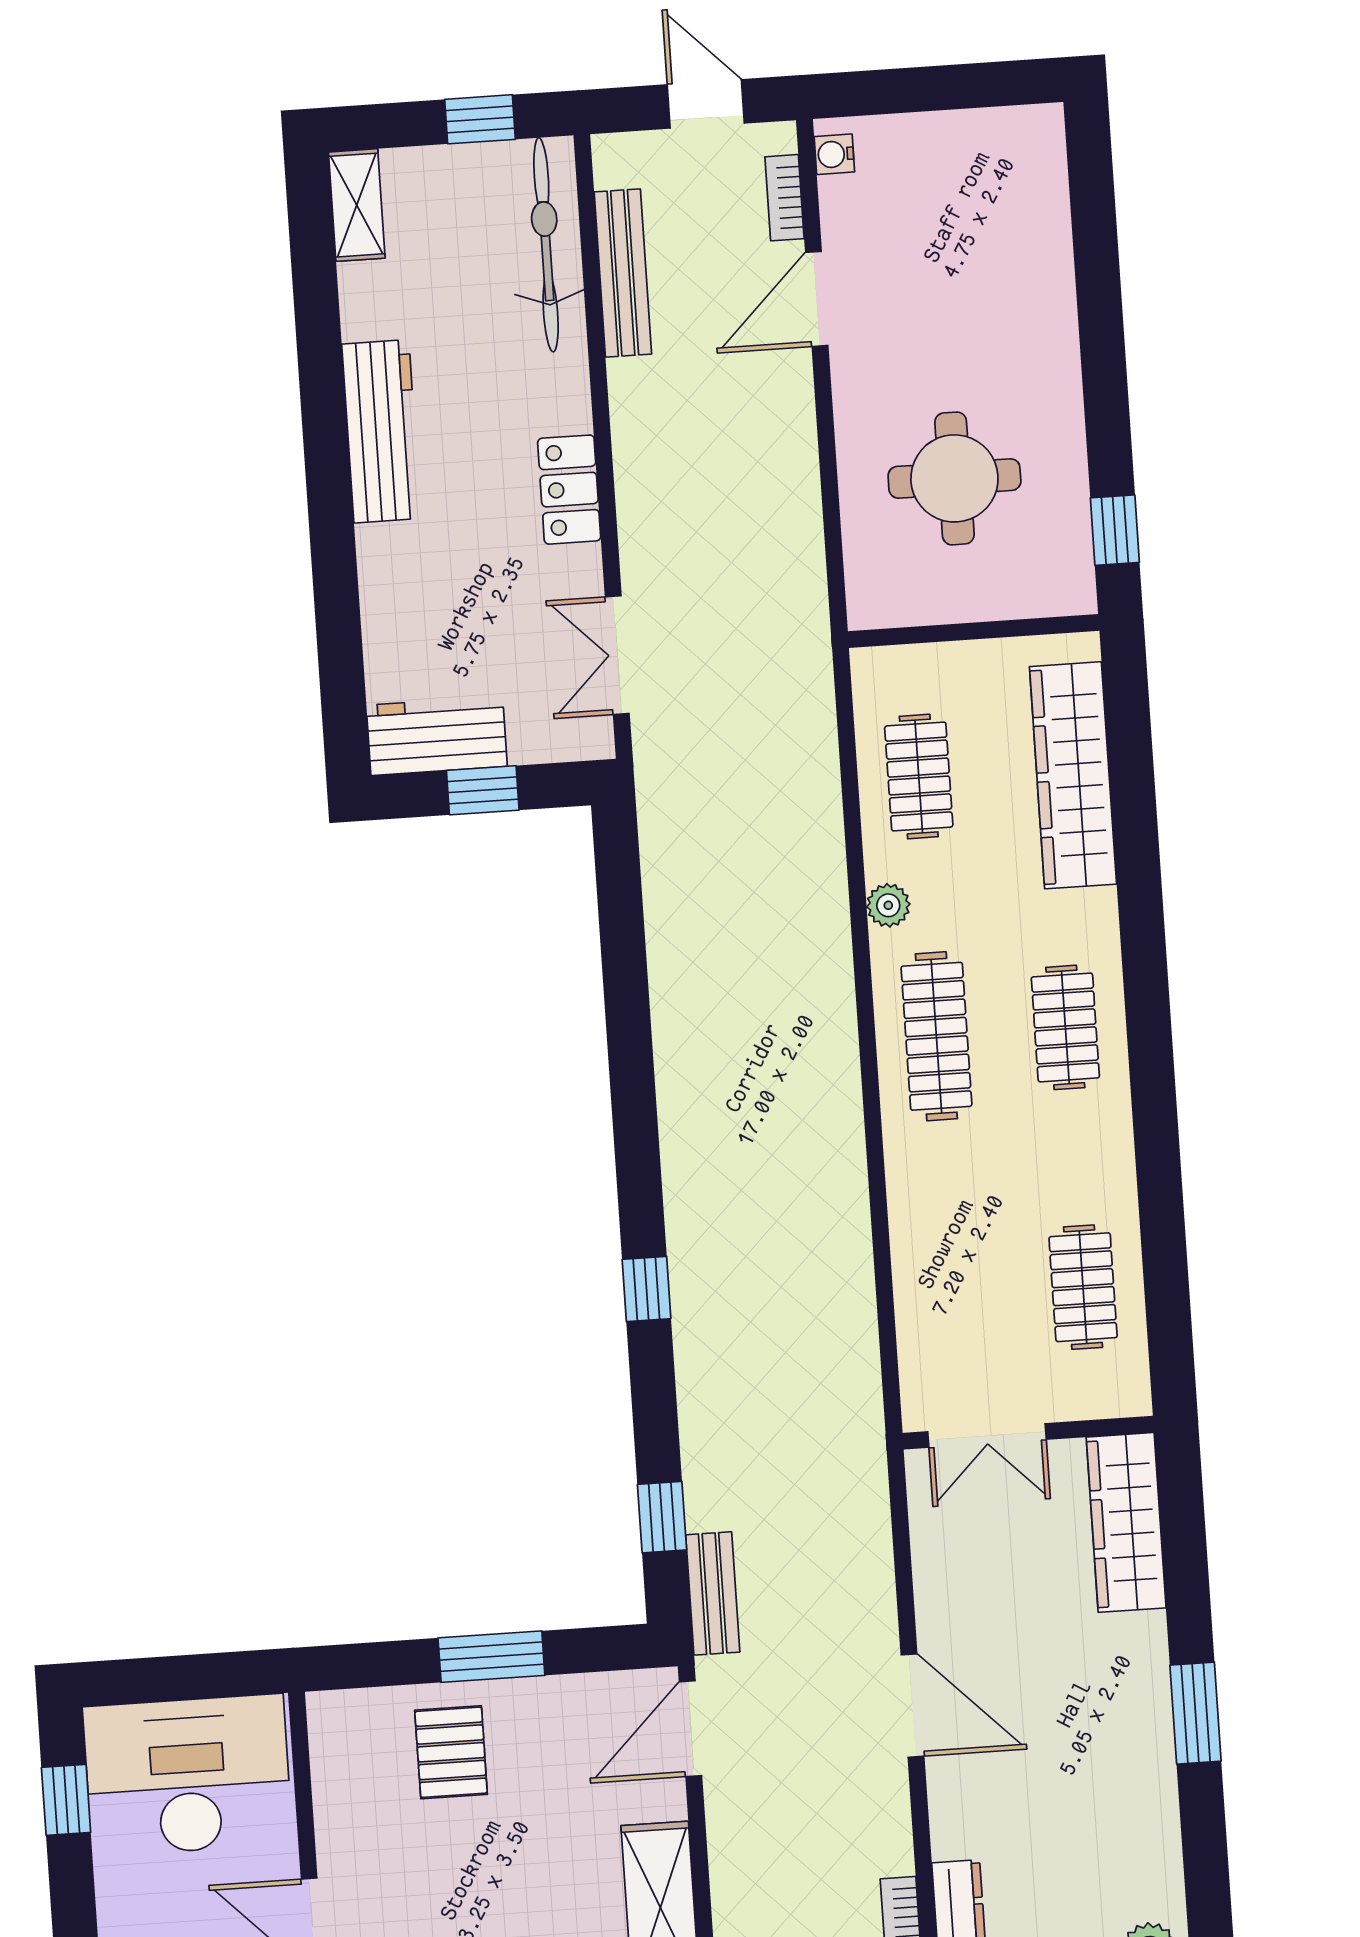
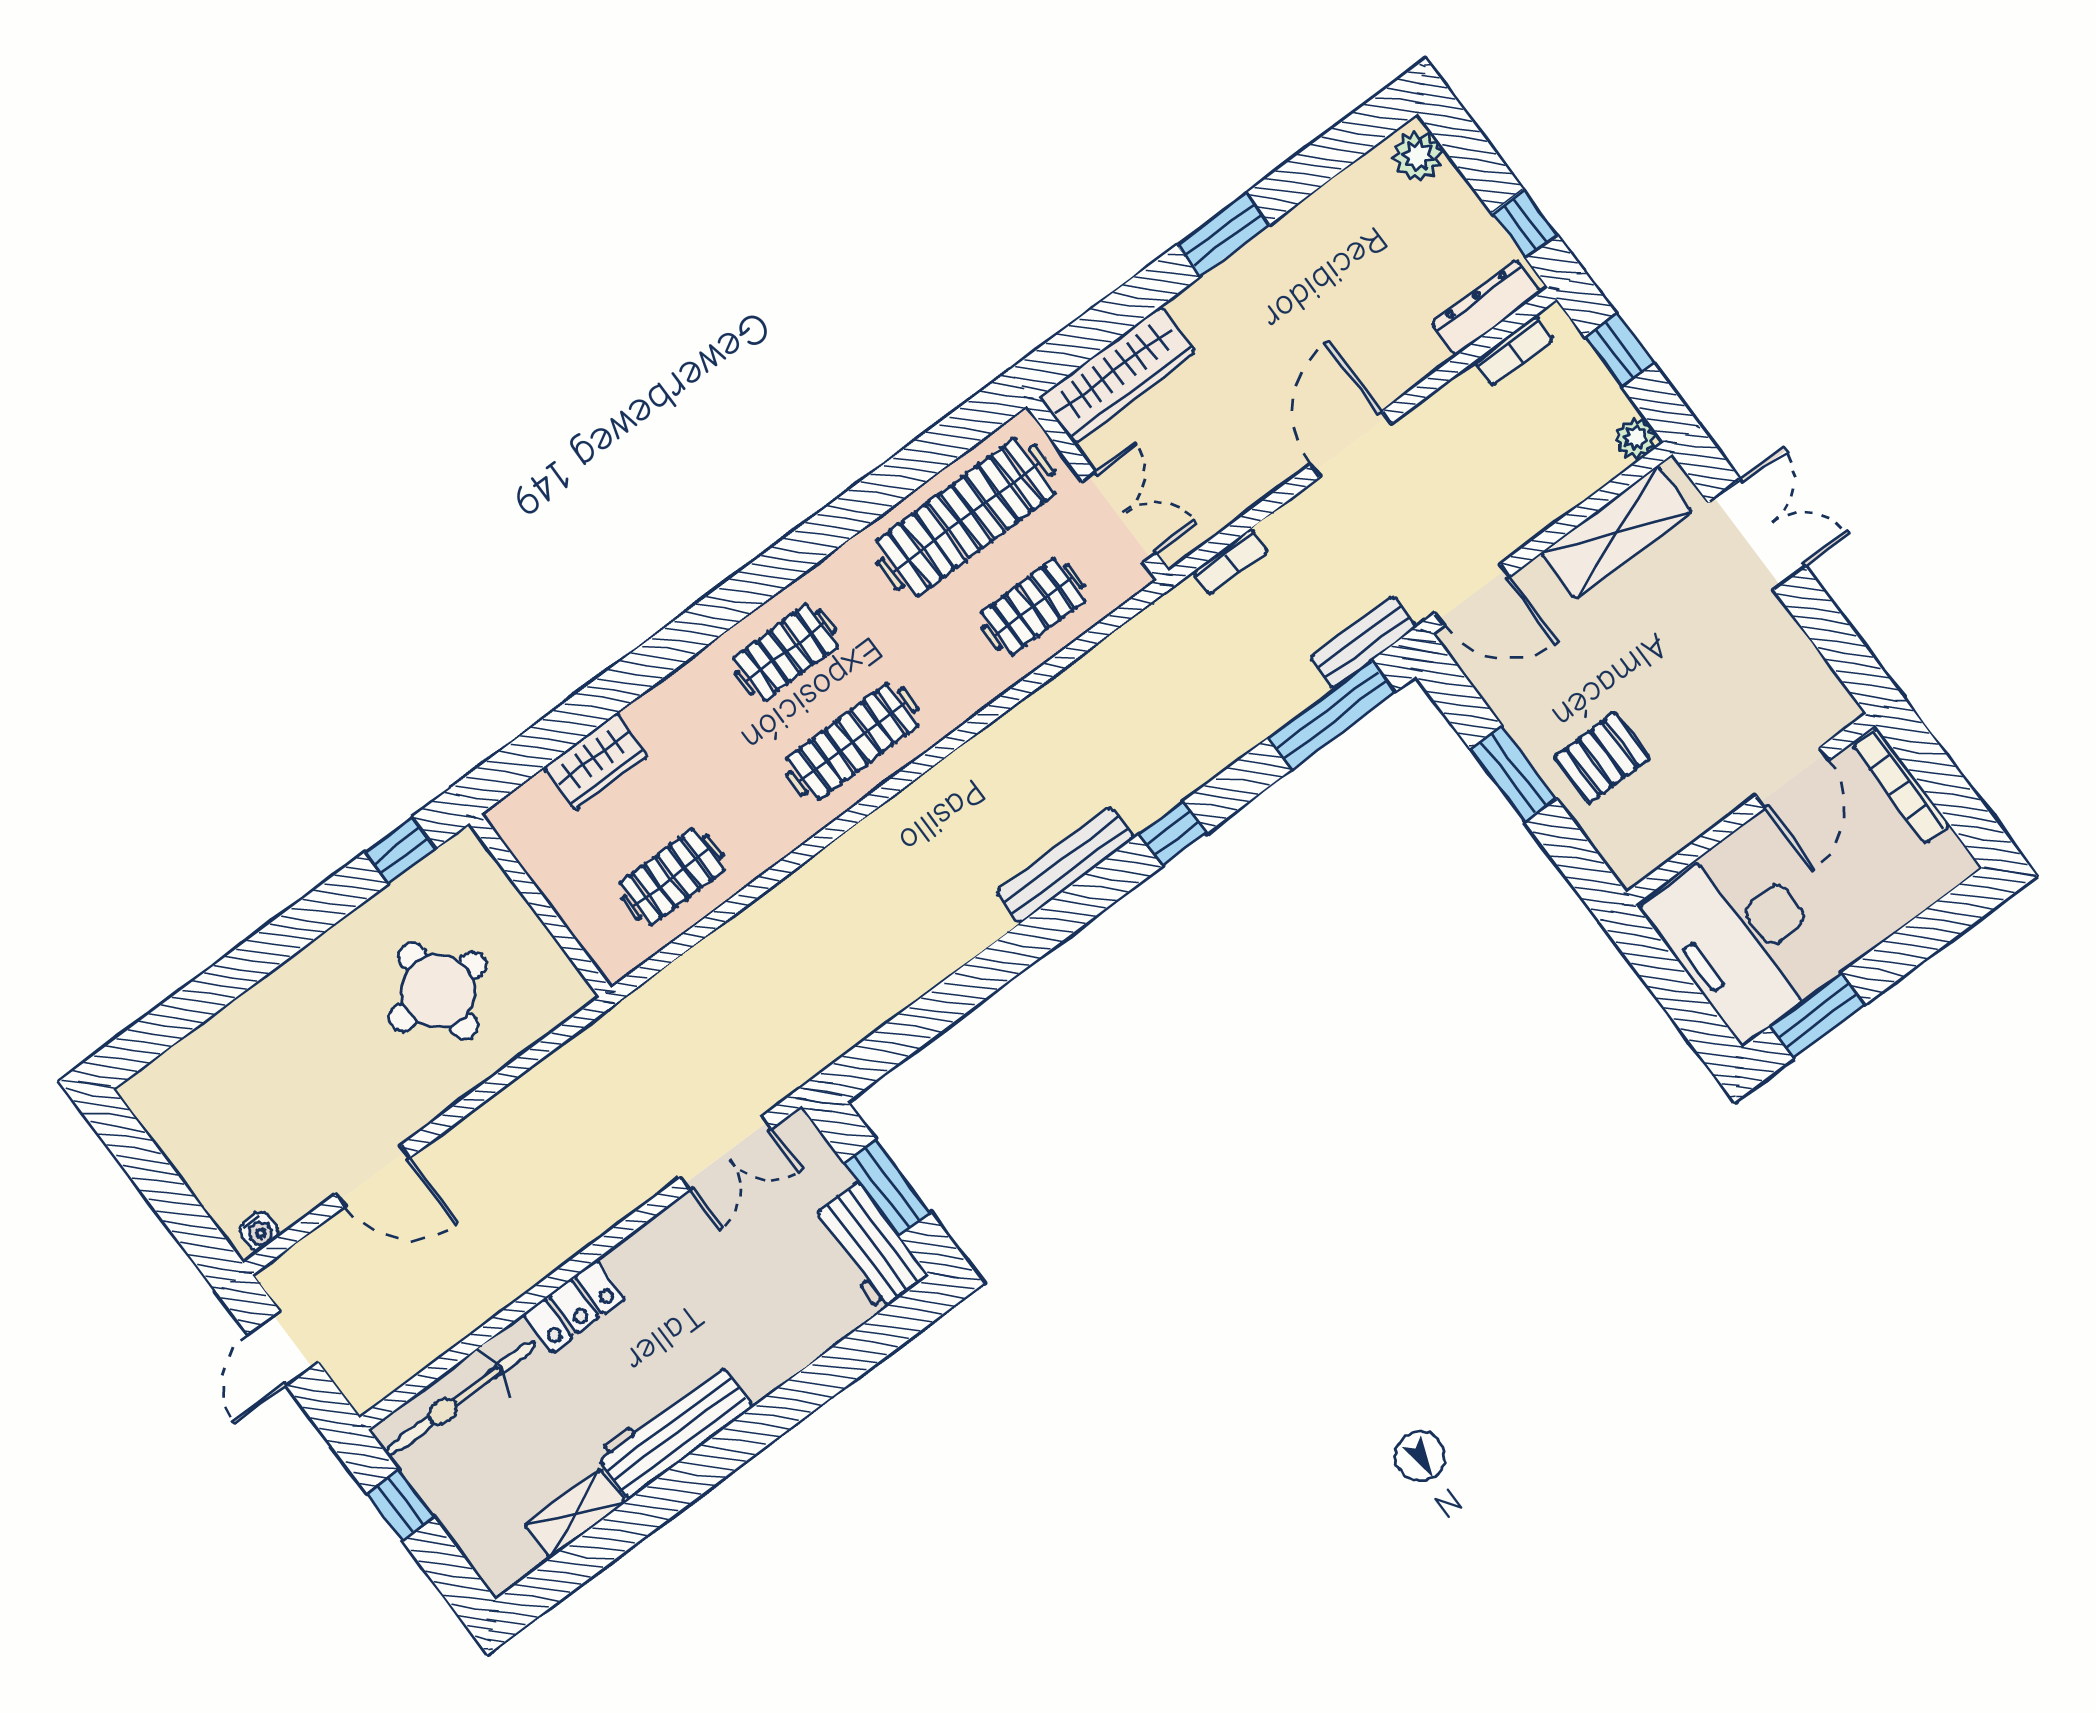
bookcase: (785, 198) -> (1230, 561), moved
shelving: (357, 205) -> (575, 1514), moved
bench: (623, 273) -> (1065, 865), moved
locker: (569, 490) -> (574, 1307), moved
wardrobe: (1073, 775) -> (596, 762), width x0.48, depth x0.85
window: (483, 790) -> (887, 1188), width x1.50
plant: (888, 905) -> (780, 838), removed
clothes rail: (1083, 1287) -> (966, 517), width x1.86, depth x1.31
clothes rail: (954, 1296) -> (1033, 607), added
window: (662, 1517) -> (1331, 715), width x2.17
window: (66, 1800) -> (1818, 1015), width x1.50

